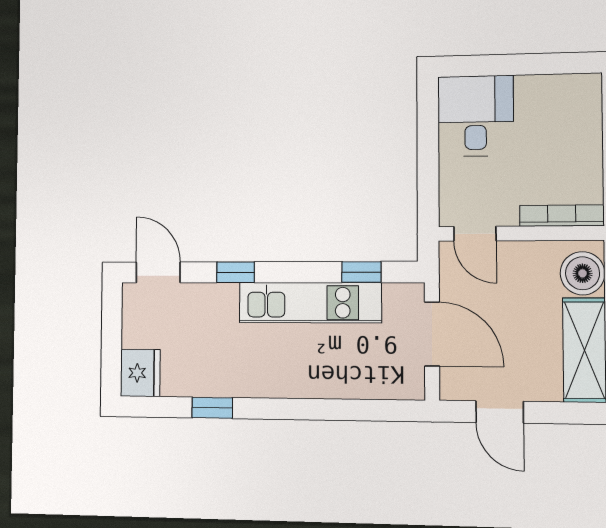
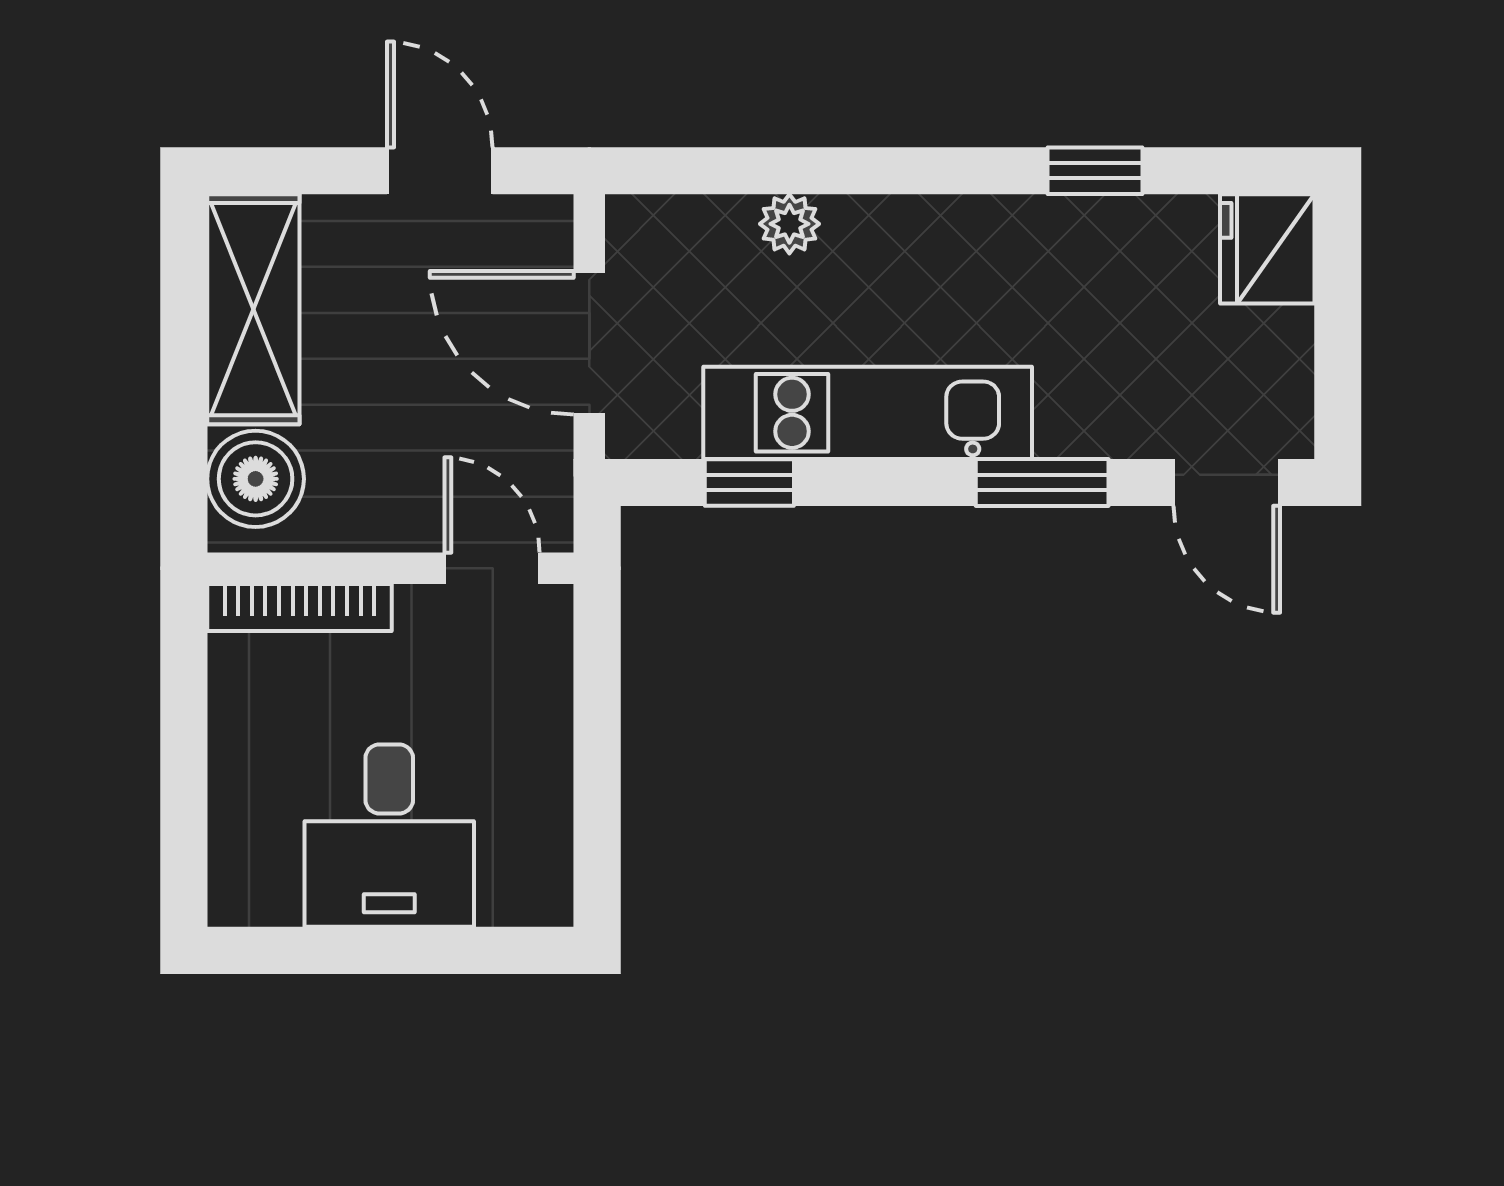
desk: (476, 116) -> (389, 836), moved
window: (236, 272) -> (1042, 483), width x1.50
plant: (344, 386) -> (789, 224), added

